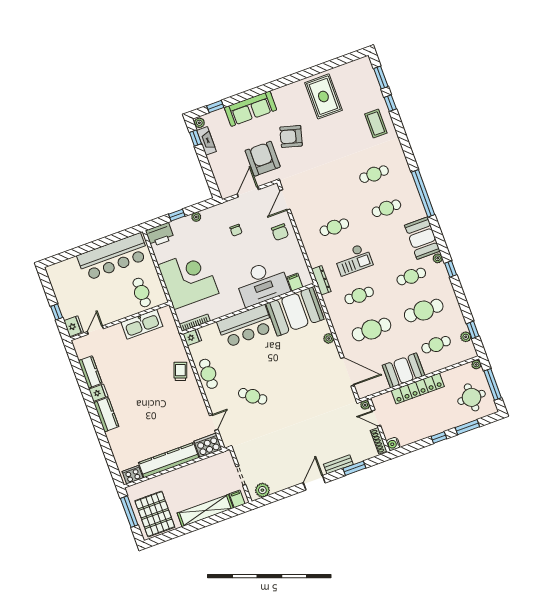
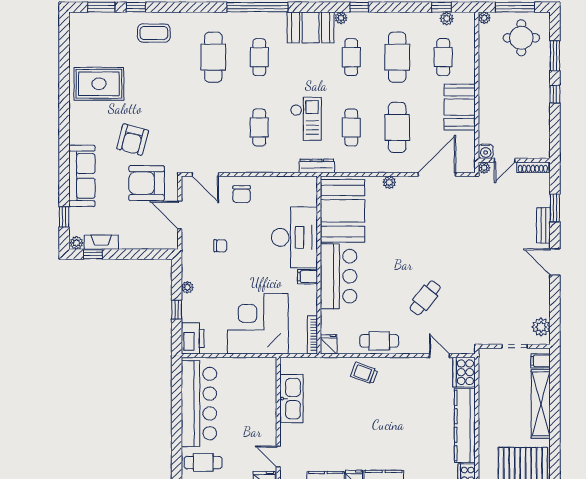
cafe table: (374, 174) -> (213, 57), width x1.37, depth x1.35
chair: (280, 232) -> (242, 194), turned 90
filing cabinet: (295, 282) -> (308, 277), moved
cafe table: (142, 292) -> (203, 463), moved
locker: (418, 389) -> (487, 98), removed
water cooler: (393, 444) -> (486, 151), moved

